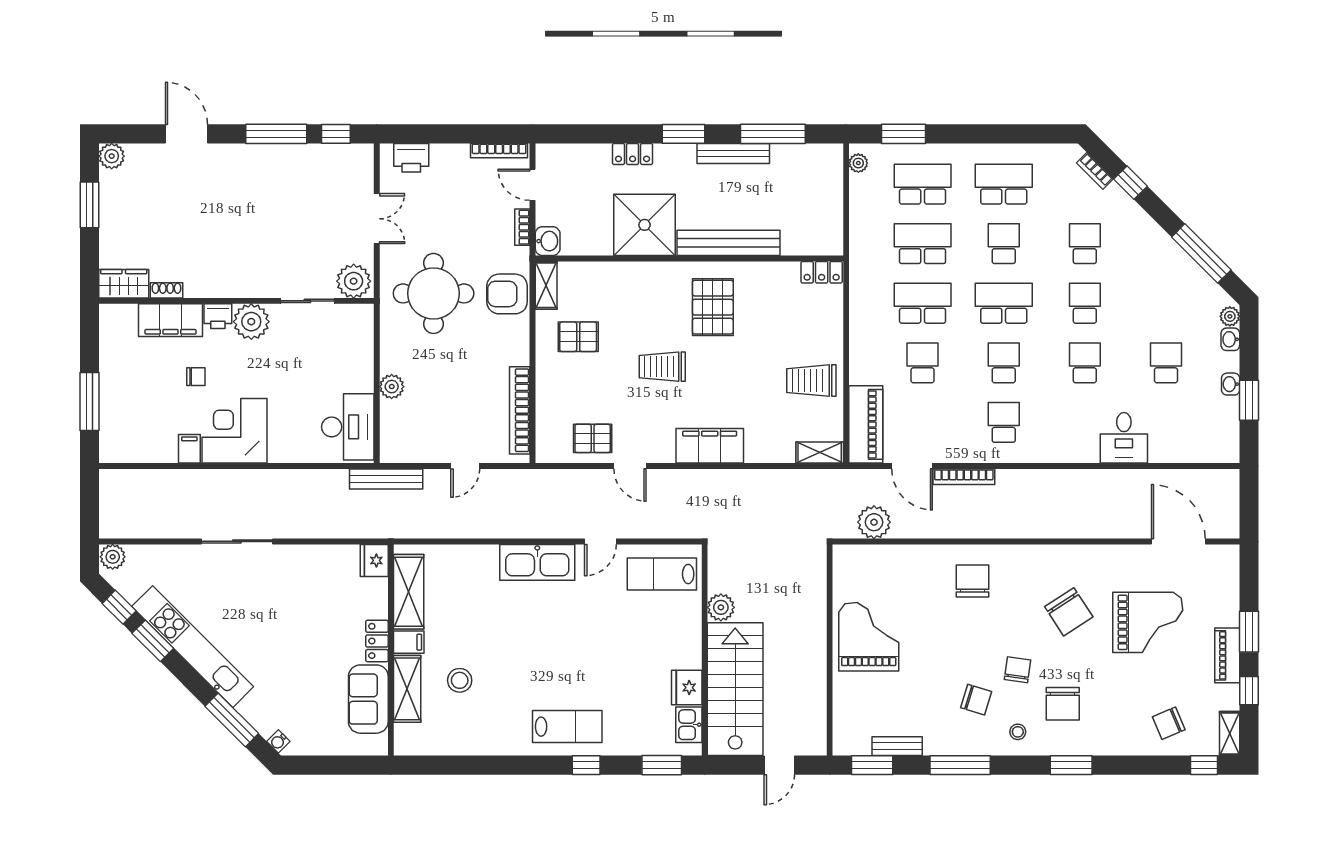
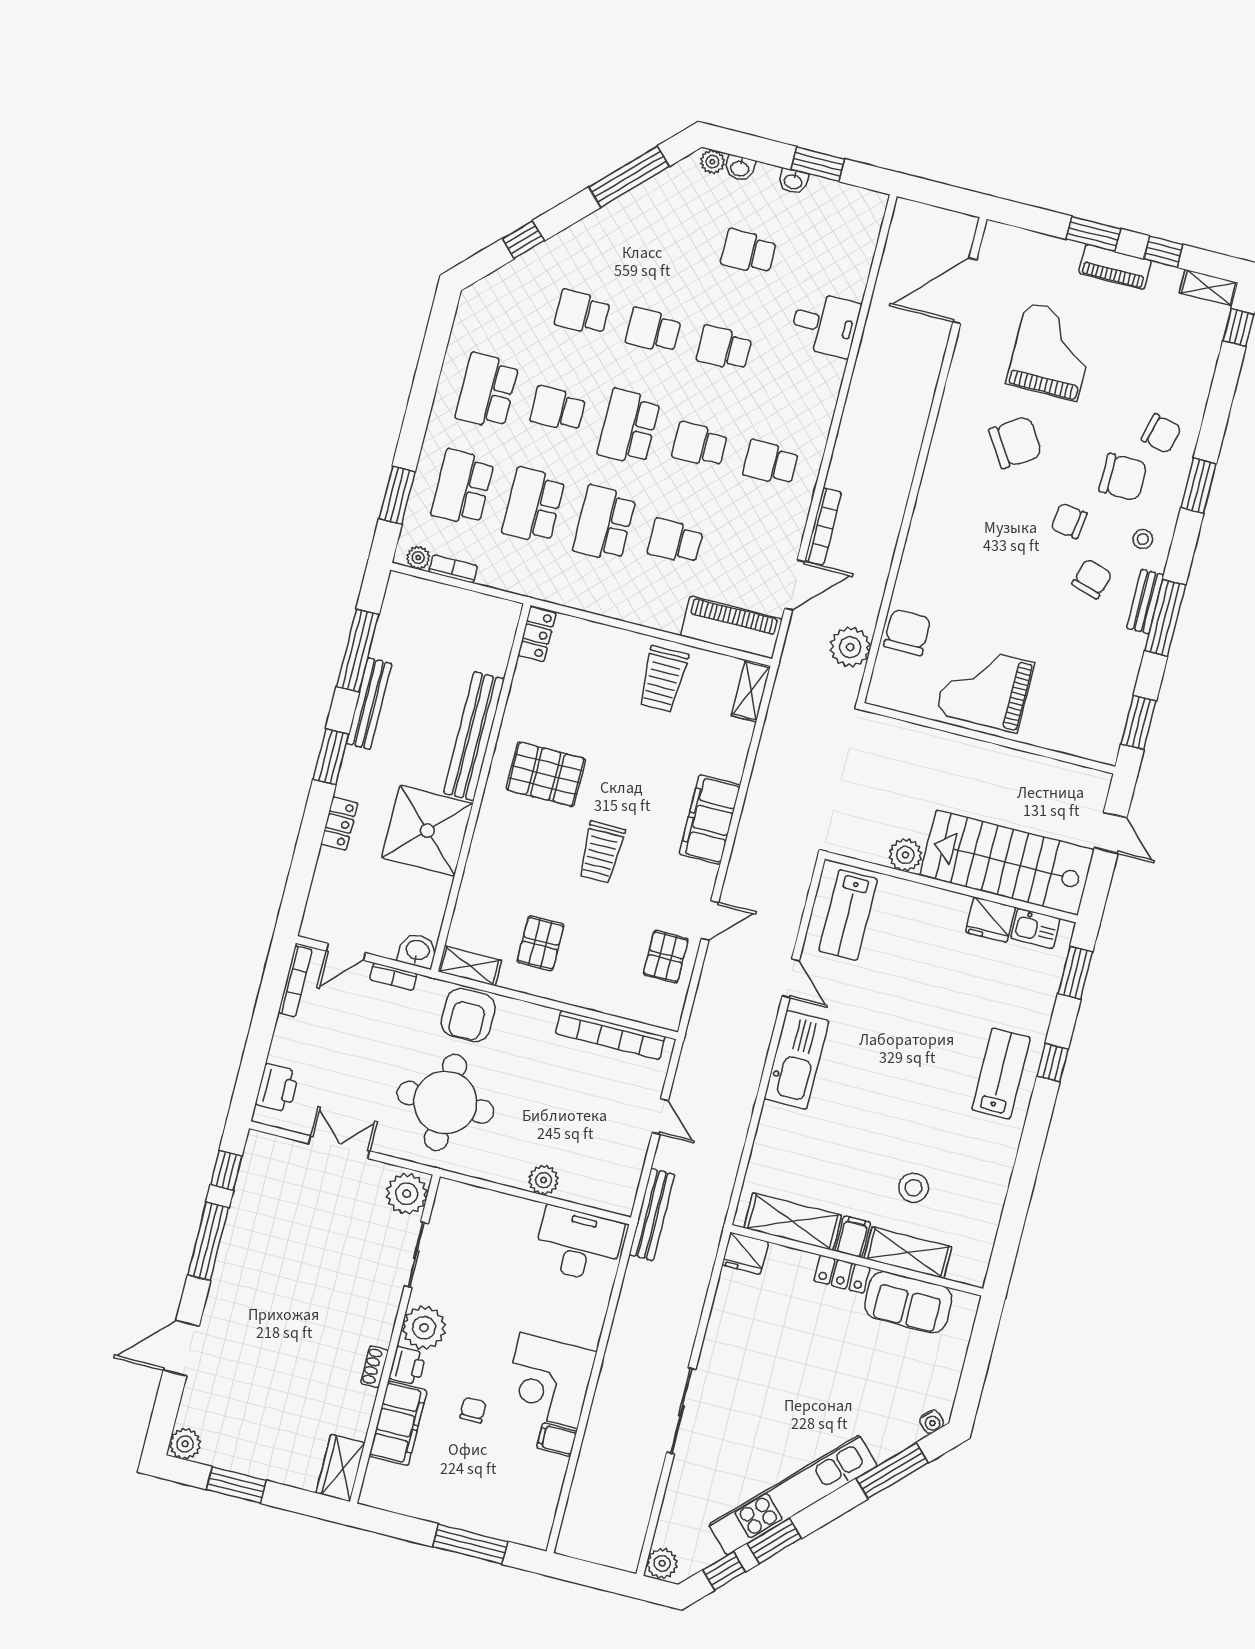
bookcase: (1095, 171) -> (453, 569), moved, turned -135
shoe rack: (166, 290) -> (374, 1367), moved
chair: (972, 581) -> (907, 632), moved, turned 90
chair: (1169, 723) -> (1161, 434), moved, turned -53
bench: (897, 746) -> (1145, 602), moved

